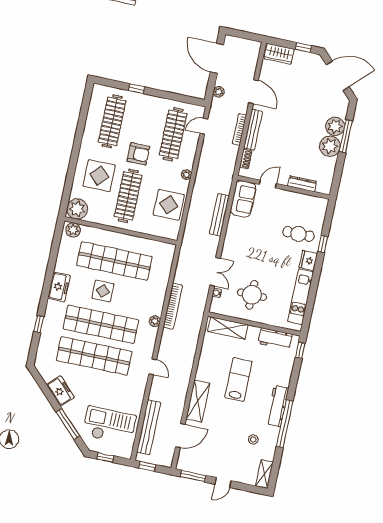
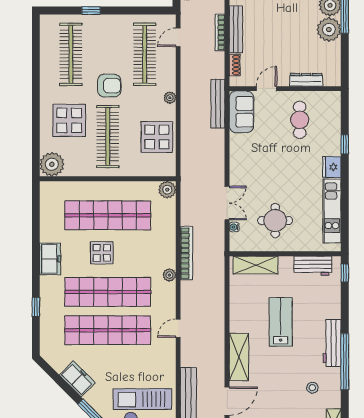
bench: (219, 215) -> (218, 104), moved
plant: (73, 230) -> (167, 190), moved
cafe table: (298, 234) -> (300, 120), moved, turned 90
door: (153, 367) -> (178, 328), swing flipped

